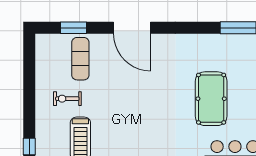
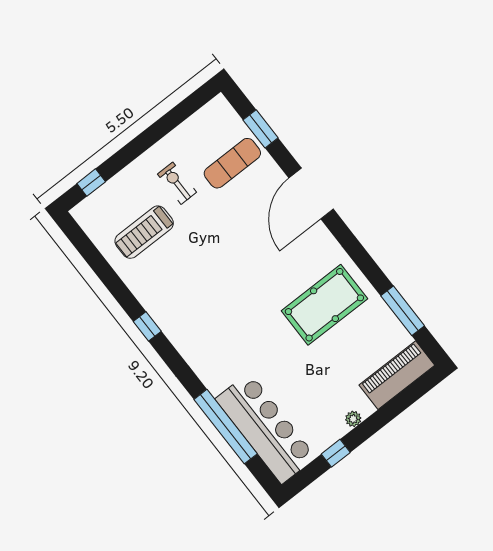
pool table: (211, 99) -> (324, 305), moved

